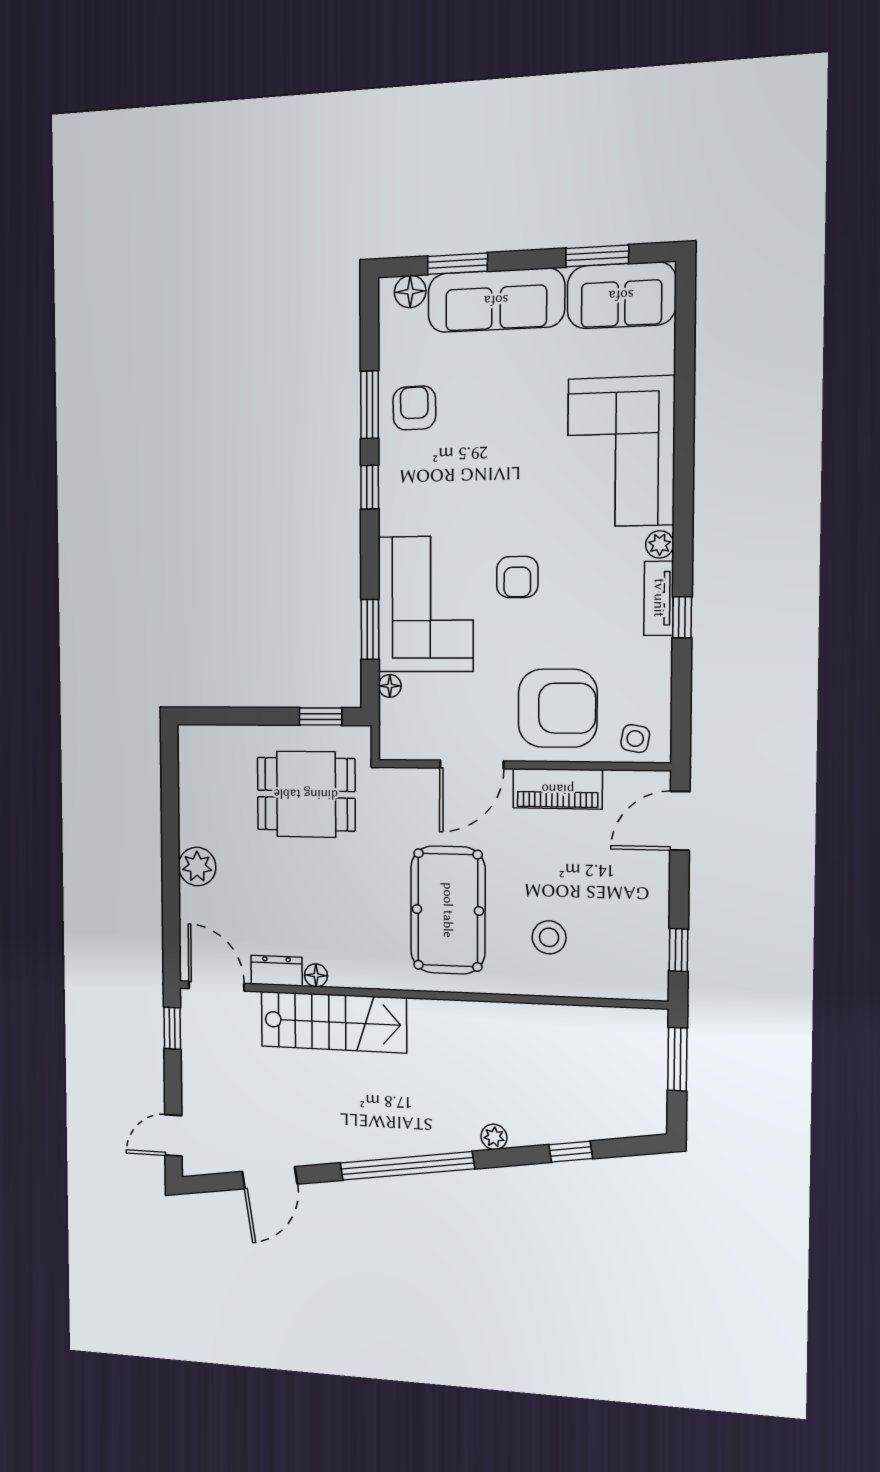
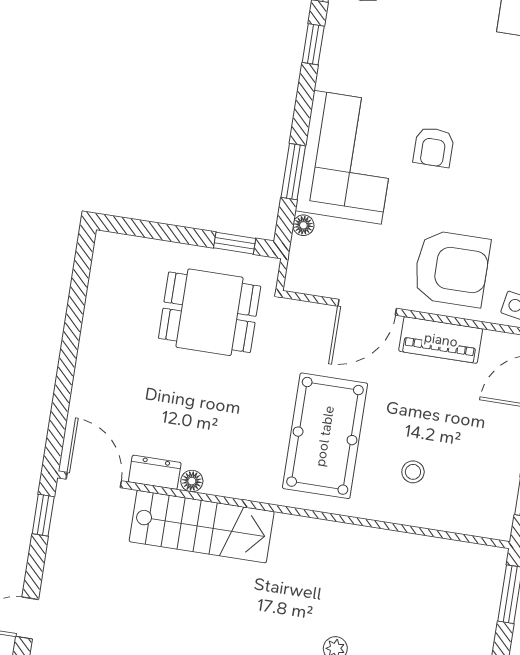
plant: (197, 867) -> (93, 365), removed
stool: (549, 937) -> (413, 472), width x0.73, depth x0.73

